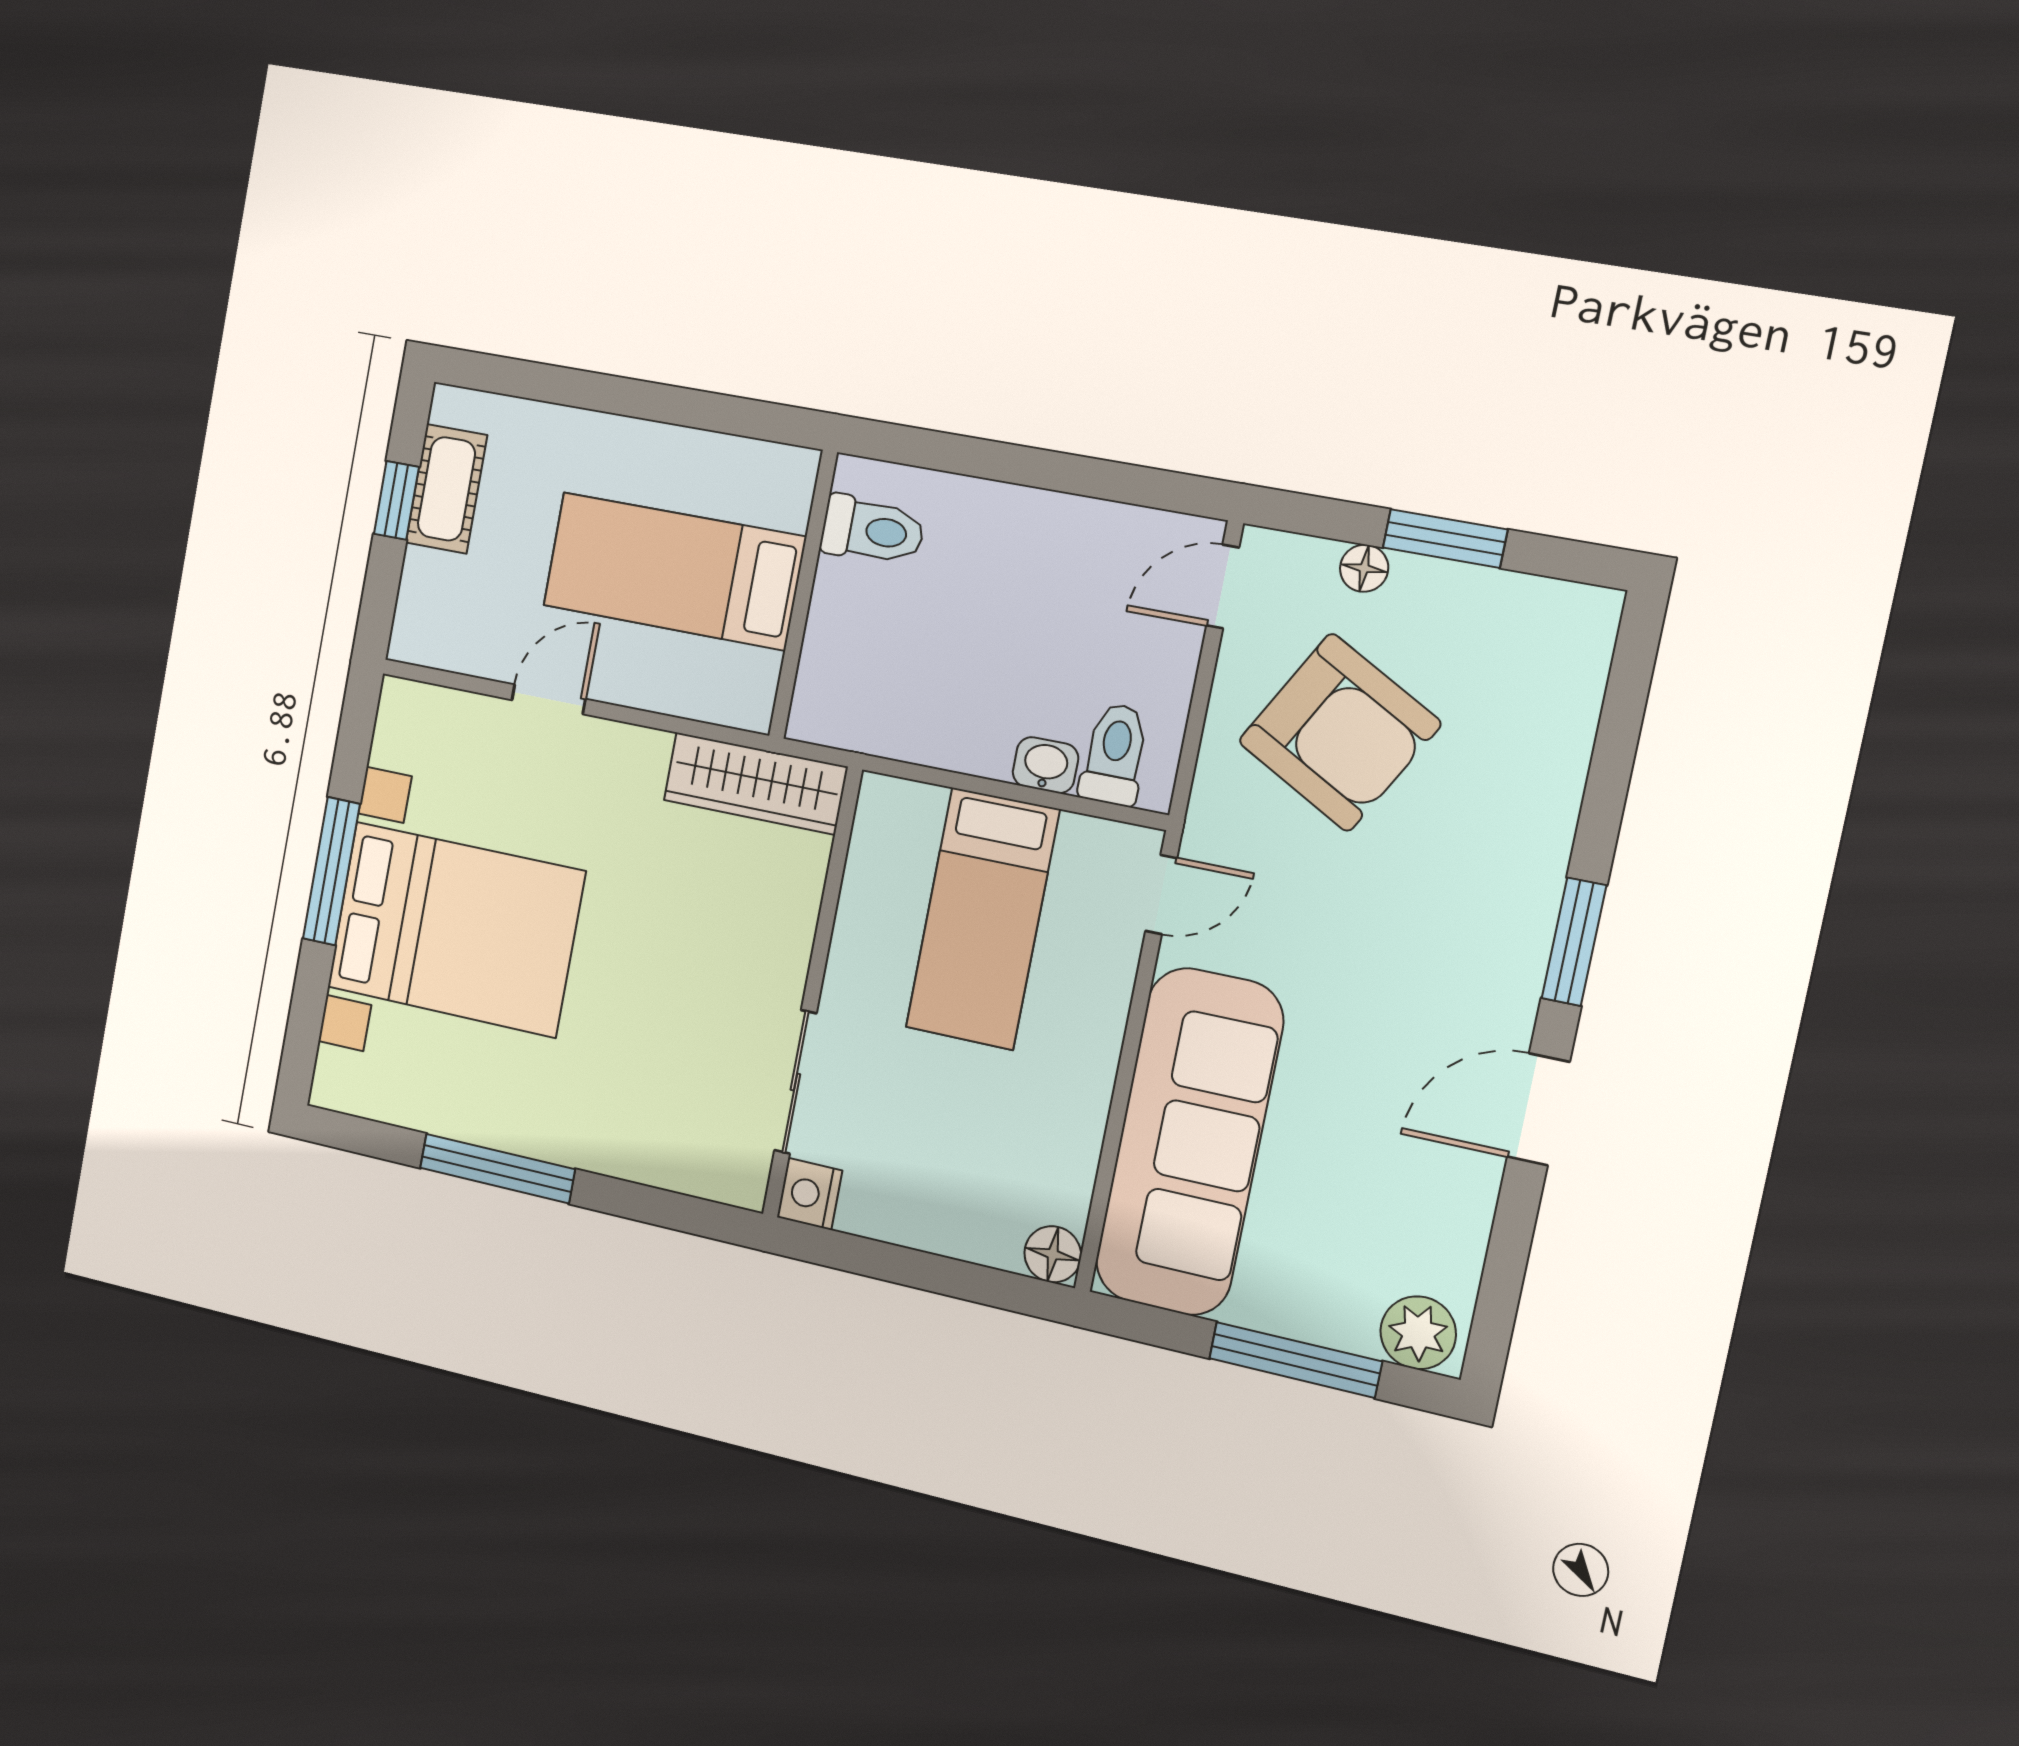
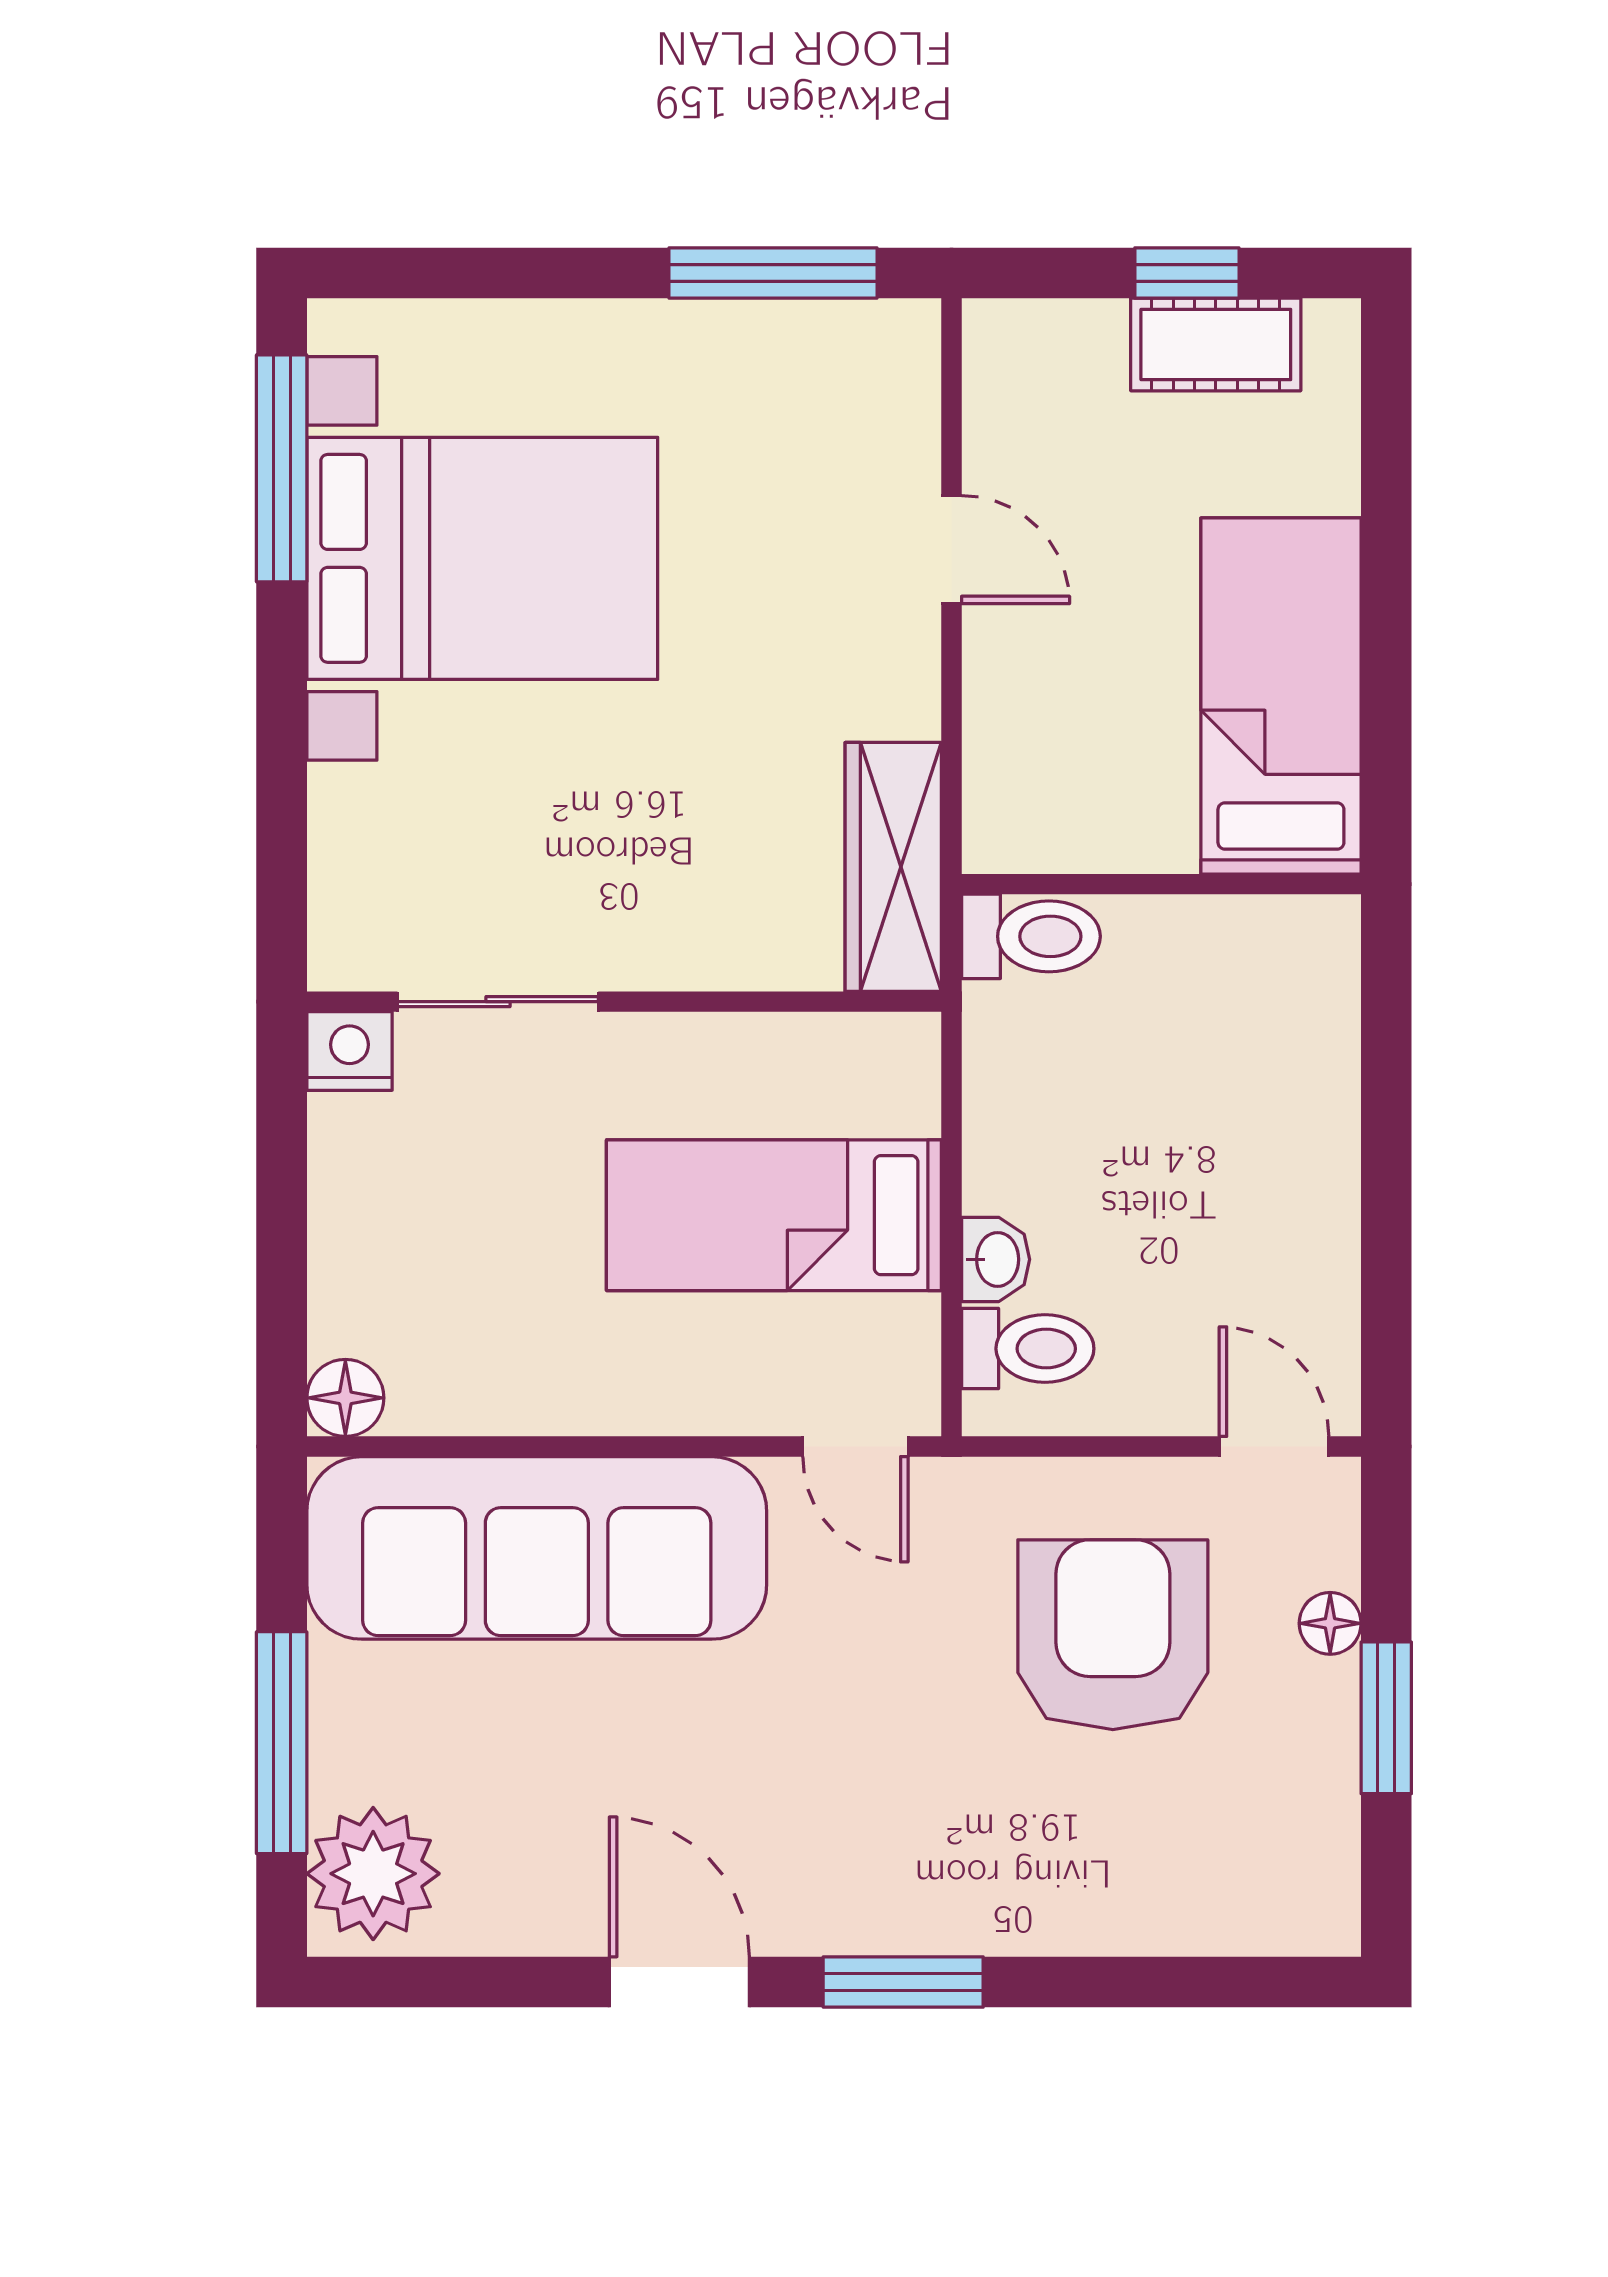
toilet: (873, 530) -> (1031, 936), moved, turned -90
bed: (674, 571) -> (1281, 696), moved
armchair: (1340, 732) -> (1113, 1635), turned 151
window: (331, 871) -> (773, 273), moved
bed with nightstands: (455, 929) -> (482, 558), moved, turned -90
window: (497, 1169) -> (282, 468), moved
plant: (1418, 1333) -> (373, 1874), width x1.36, depth x1.36

